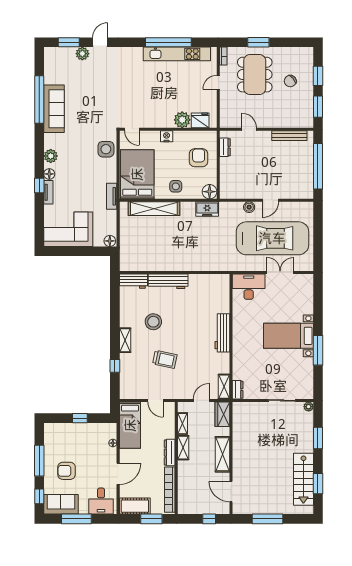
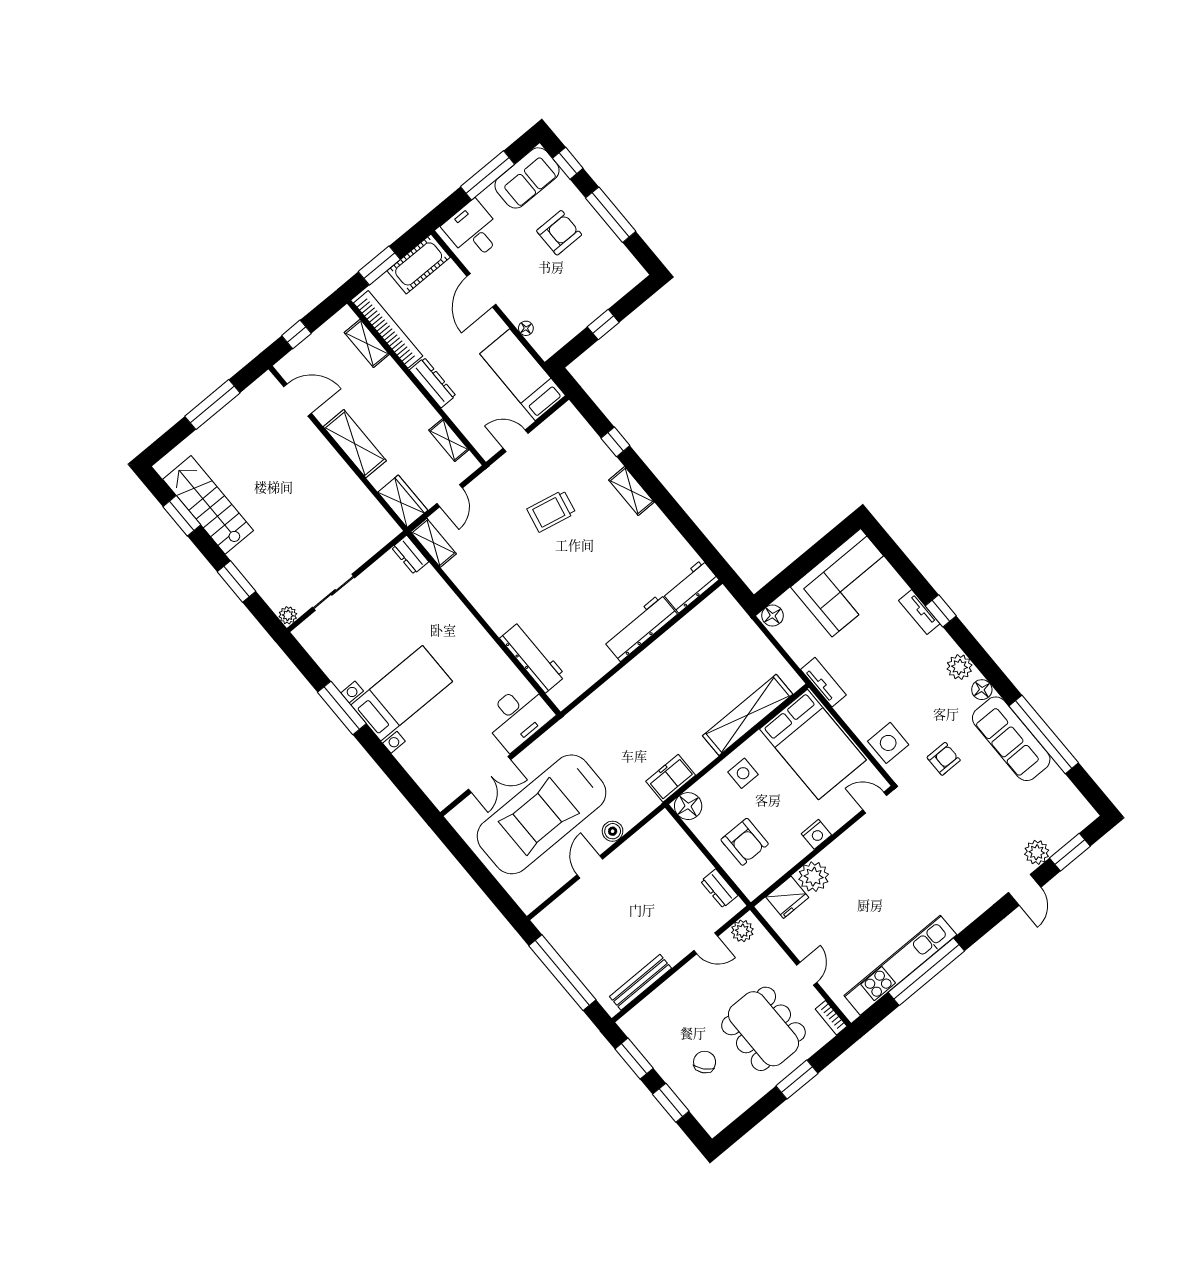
plant: (230, 122) -> (742, 931), added
armchair: (89, 124) -> (944, 759), added
floor lamp: (49, 174) -> (982, 690), moved
stool: (153, 322) -> (613, 551), removed
workbench: (222, 333) -> (533, 657), moved
shelving: (183, 448) -> (367, 343), moved

